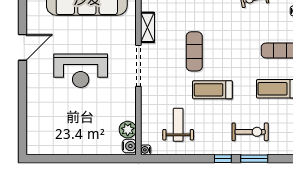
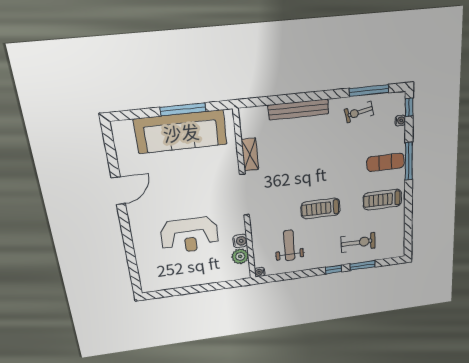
exercise mat: (194, 51) -> (300, 173), removed
reception desk: (81, 71) -> (190, 235), moved
water cooler: (129, 146) -> (240, 241), moved

